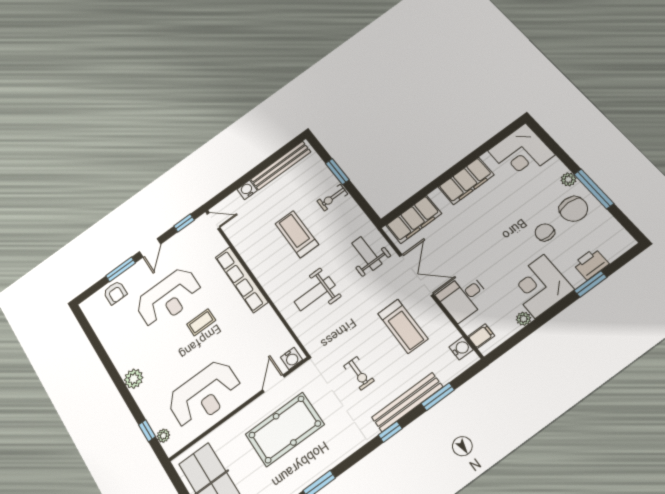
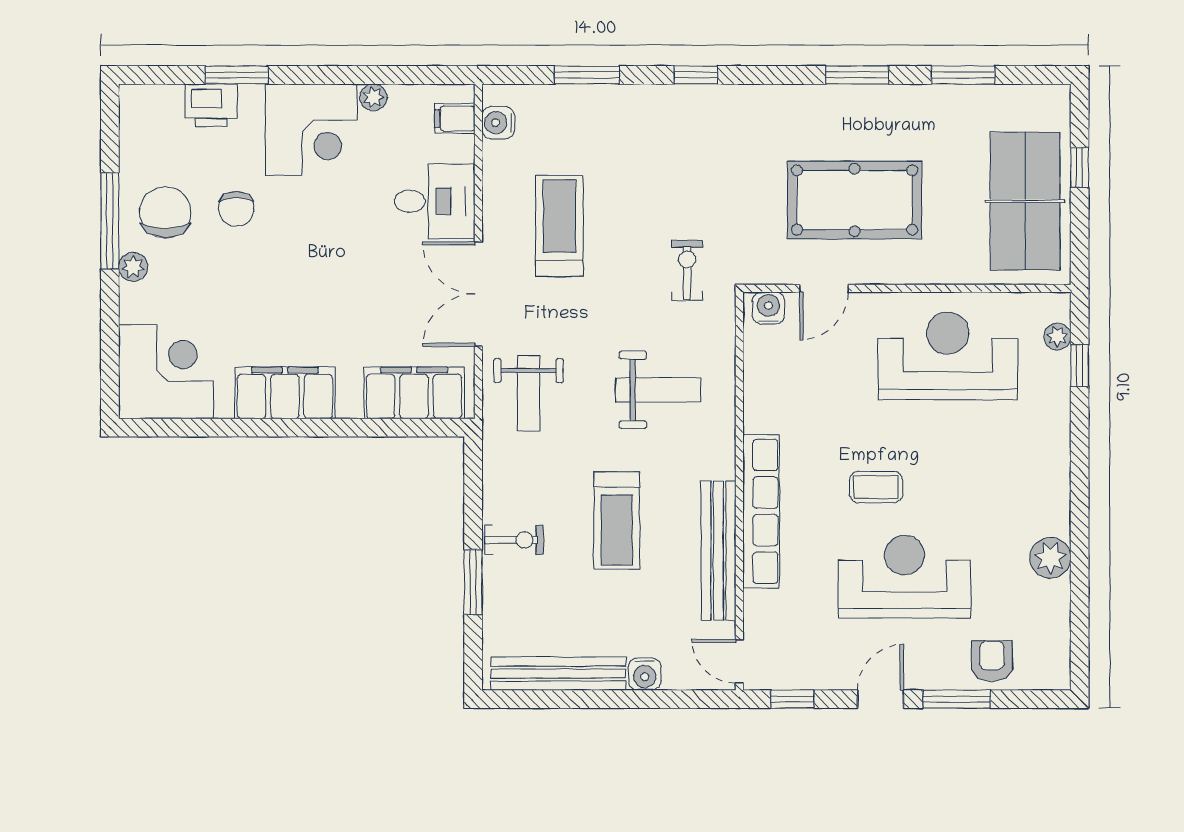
exercise bike: (359, 373) -> (687, 270), moved
plant: (134, 379) -> (1050, 558), moved
bench: (407, 402) -> (718, 551), moved, turned 90

